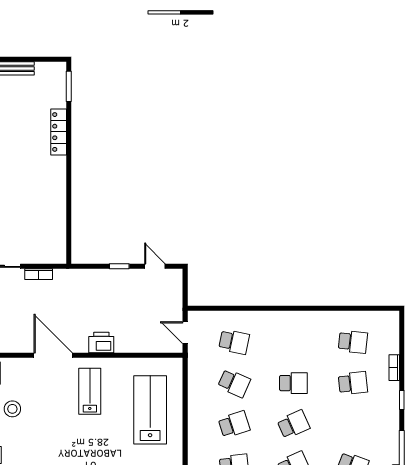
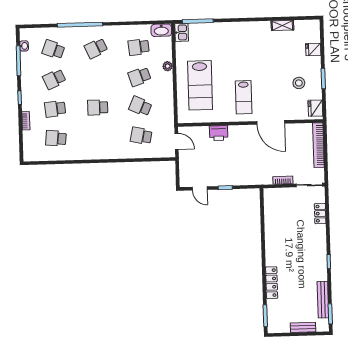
printer: (101, 342) -> (219, 133), moved
school desk: (293, 424) -> (54, 79), moved
plant: (194, 438) -> (168, 66), added

